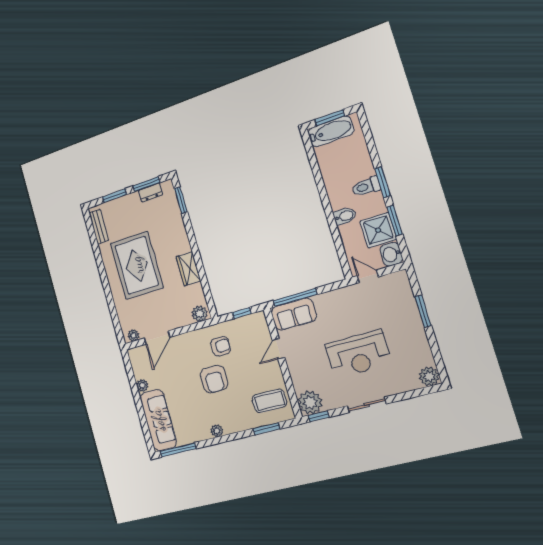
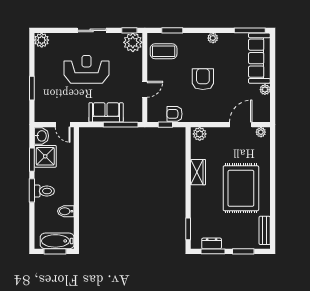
bidet: (345, 216) -> (66, 211), moved
sofa: (294, 314) -> (106, 112), moved
armchair: (221, 346) -> (175, 114), moved

